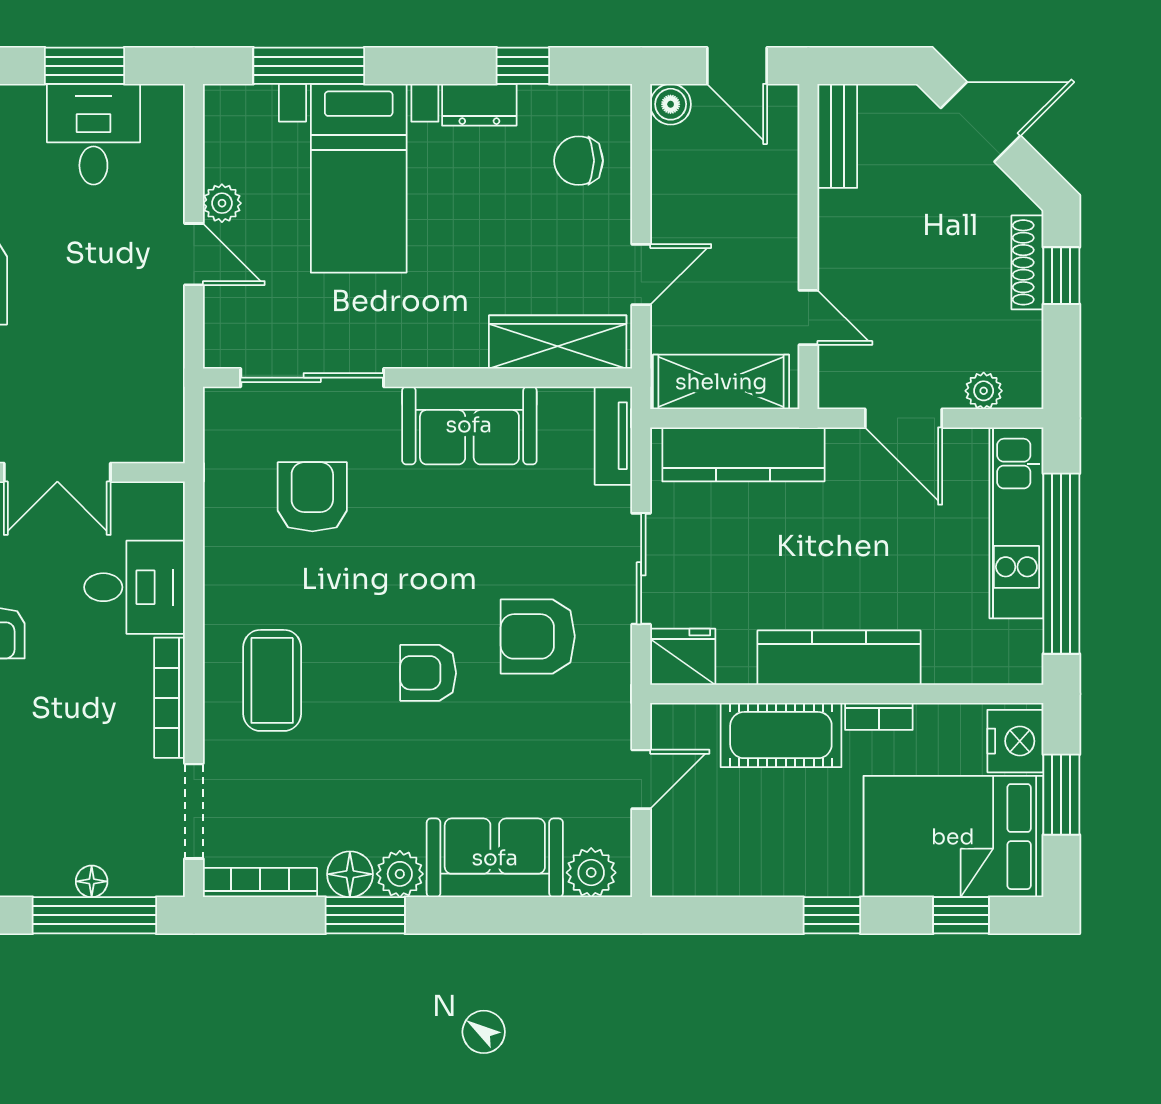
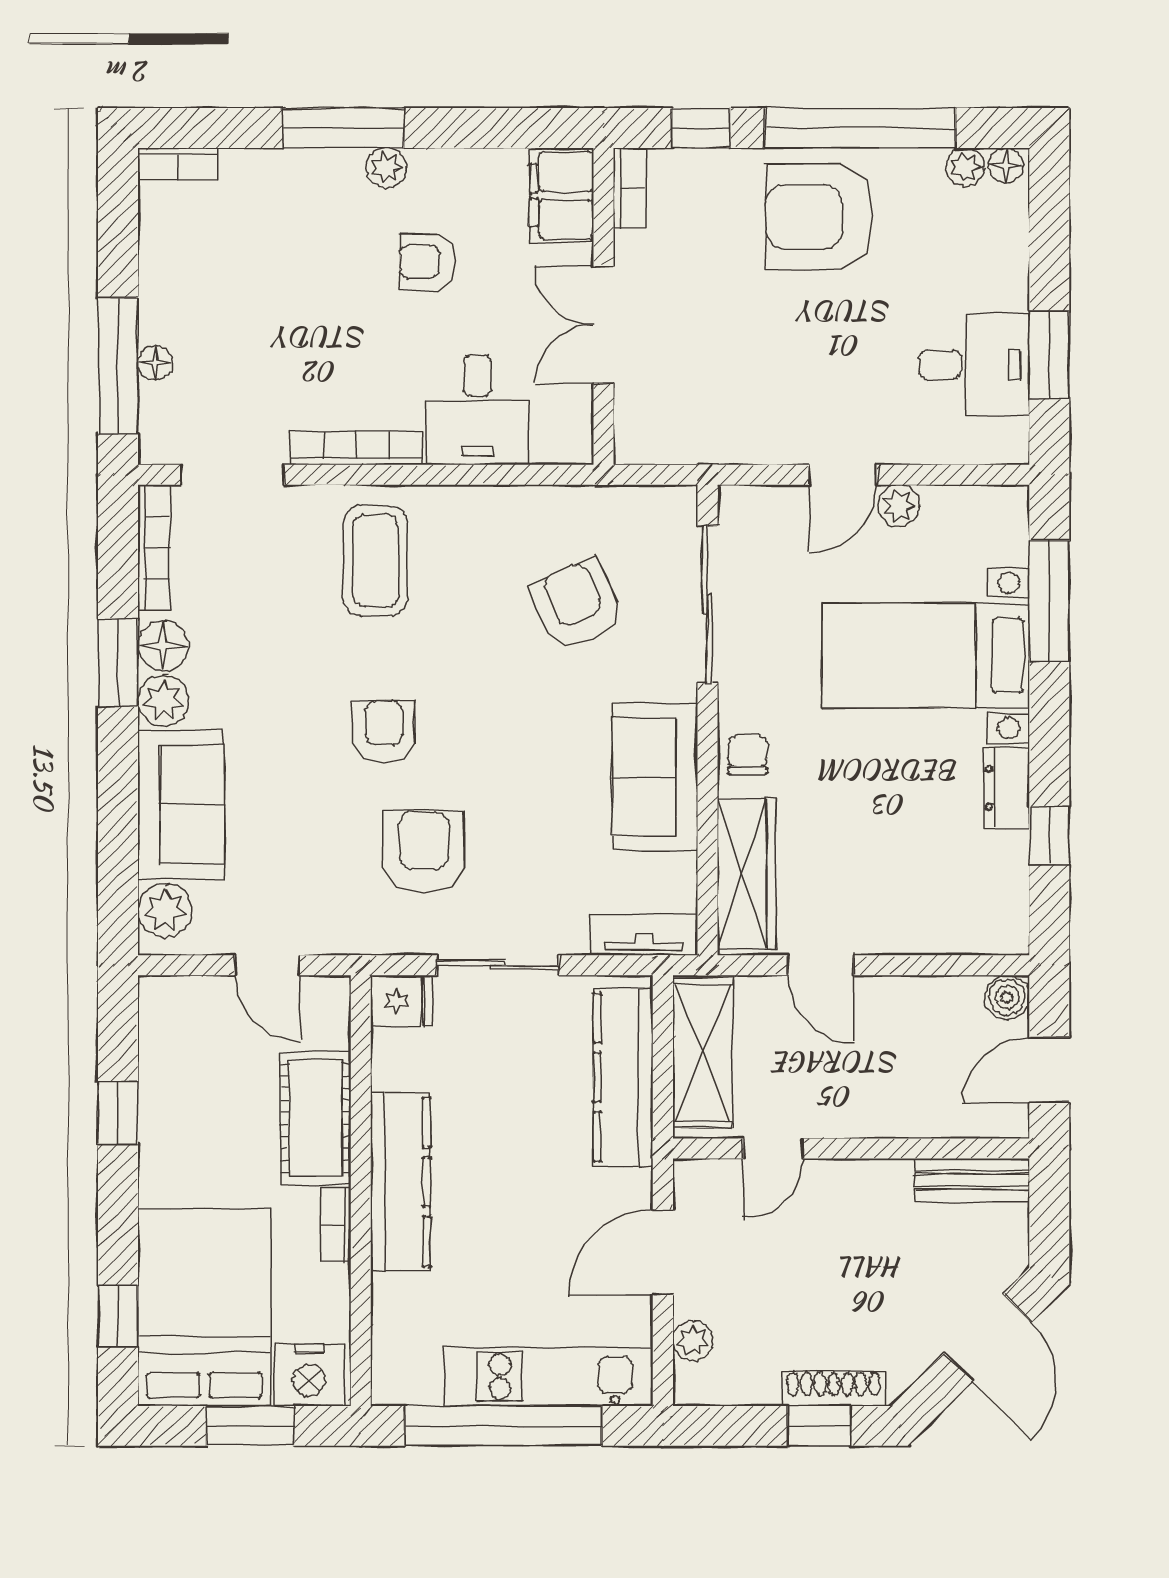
chair: (579, 161) -> (748, 755), moved, width x0.73, depth x0.73
armchair: (312, 497) -> (577, 605), turned -114
fridge: (683, 657) -> (401, 1001), width x0.72
coffee table: (272, 680) -> (375, 561), turned 90
window: (832, 915) -> (118, 1113), moved

